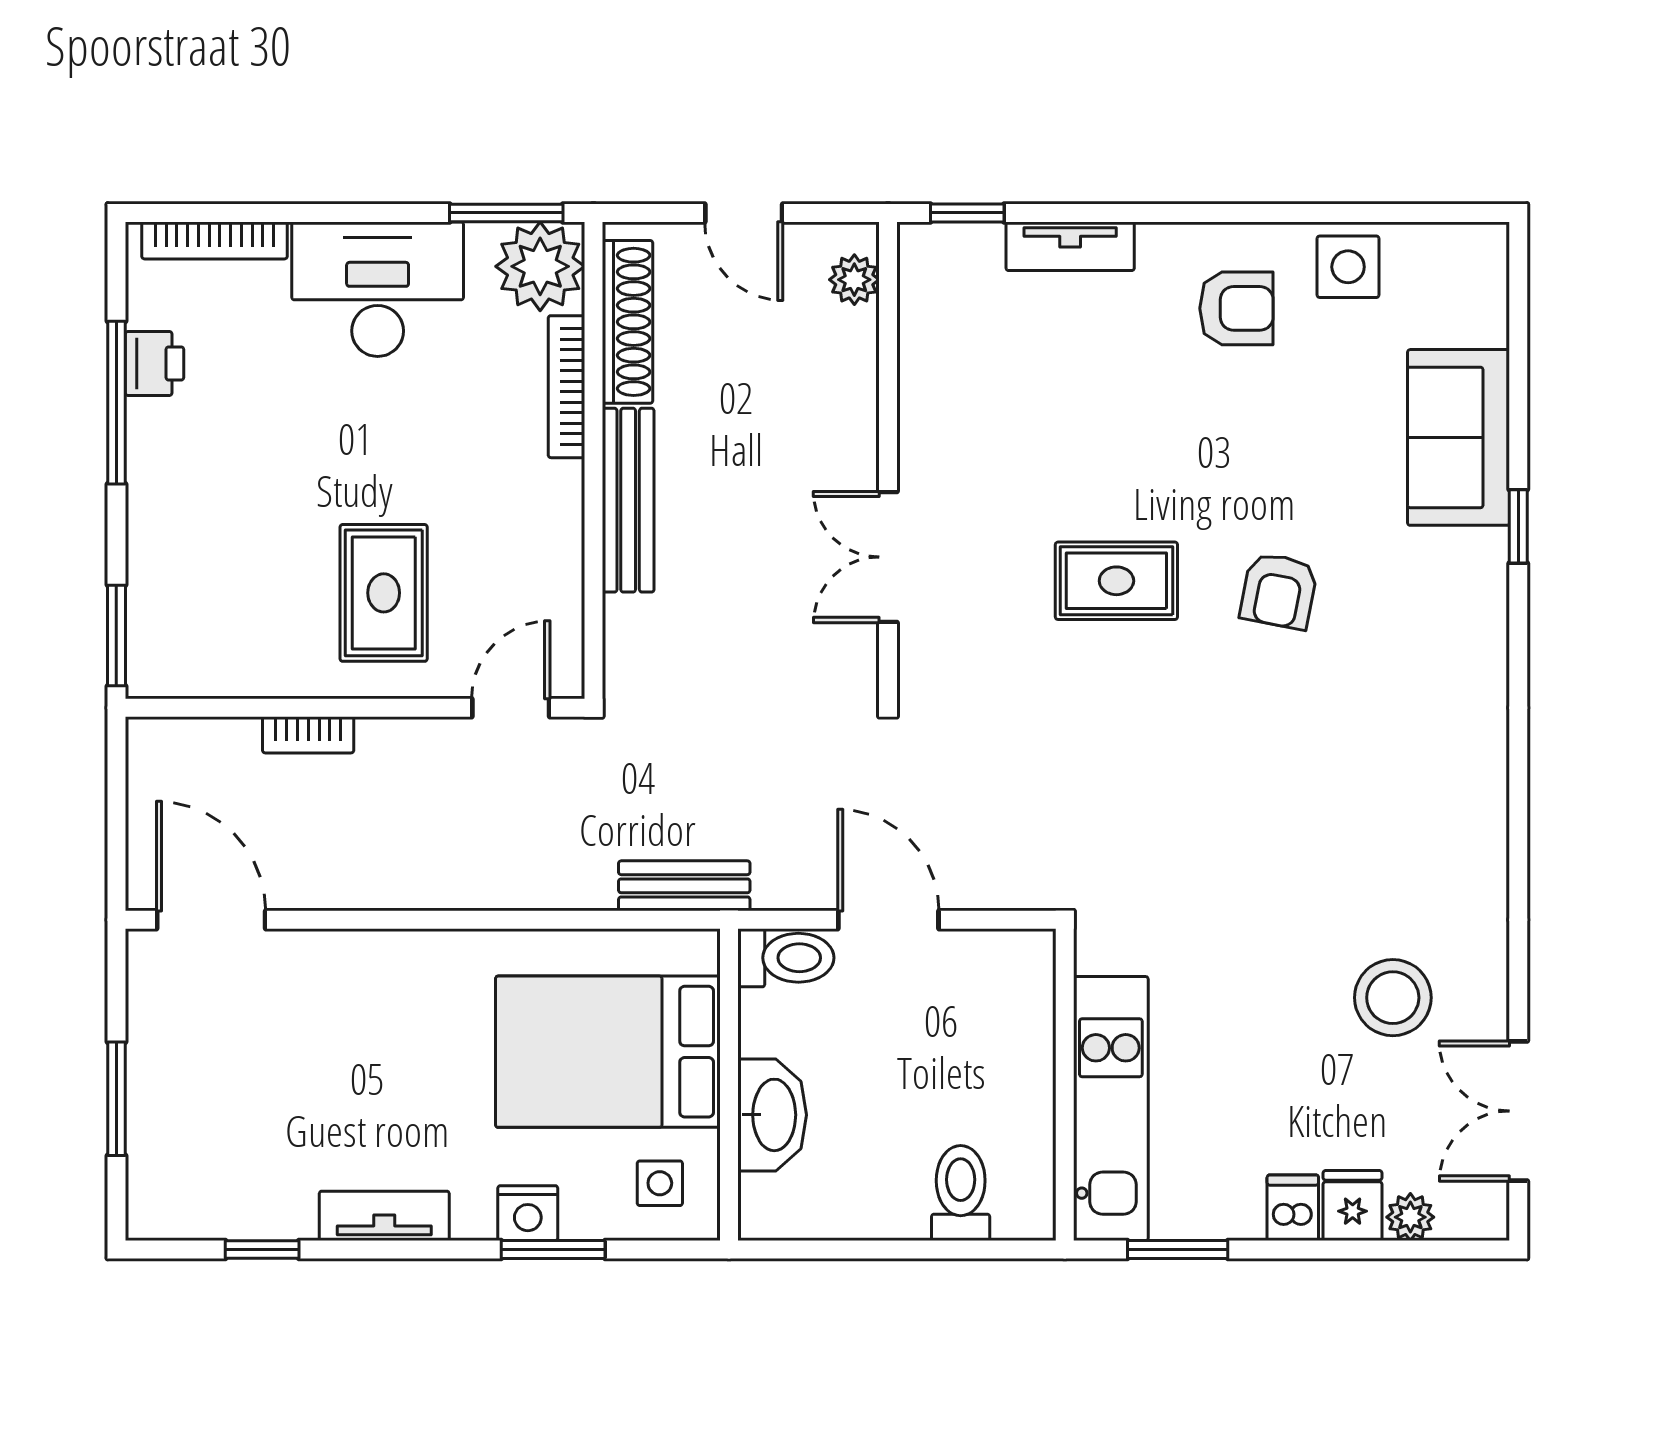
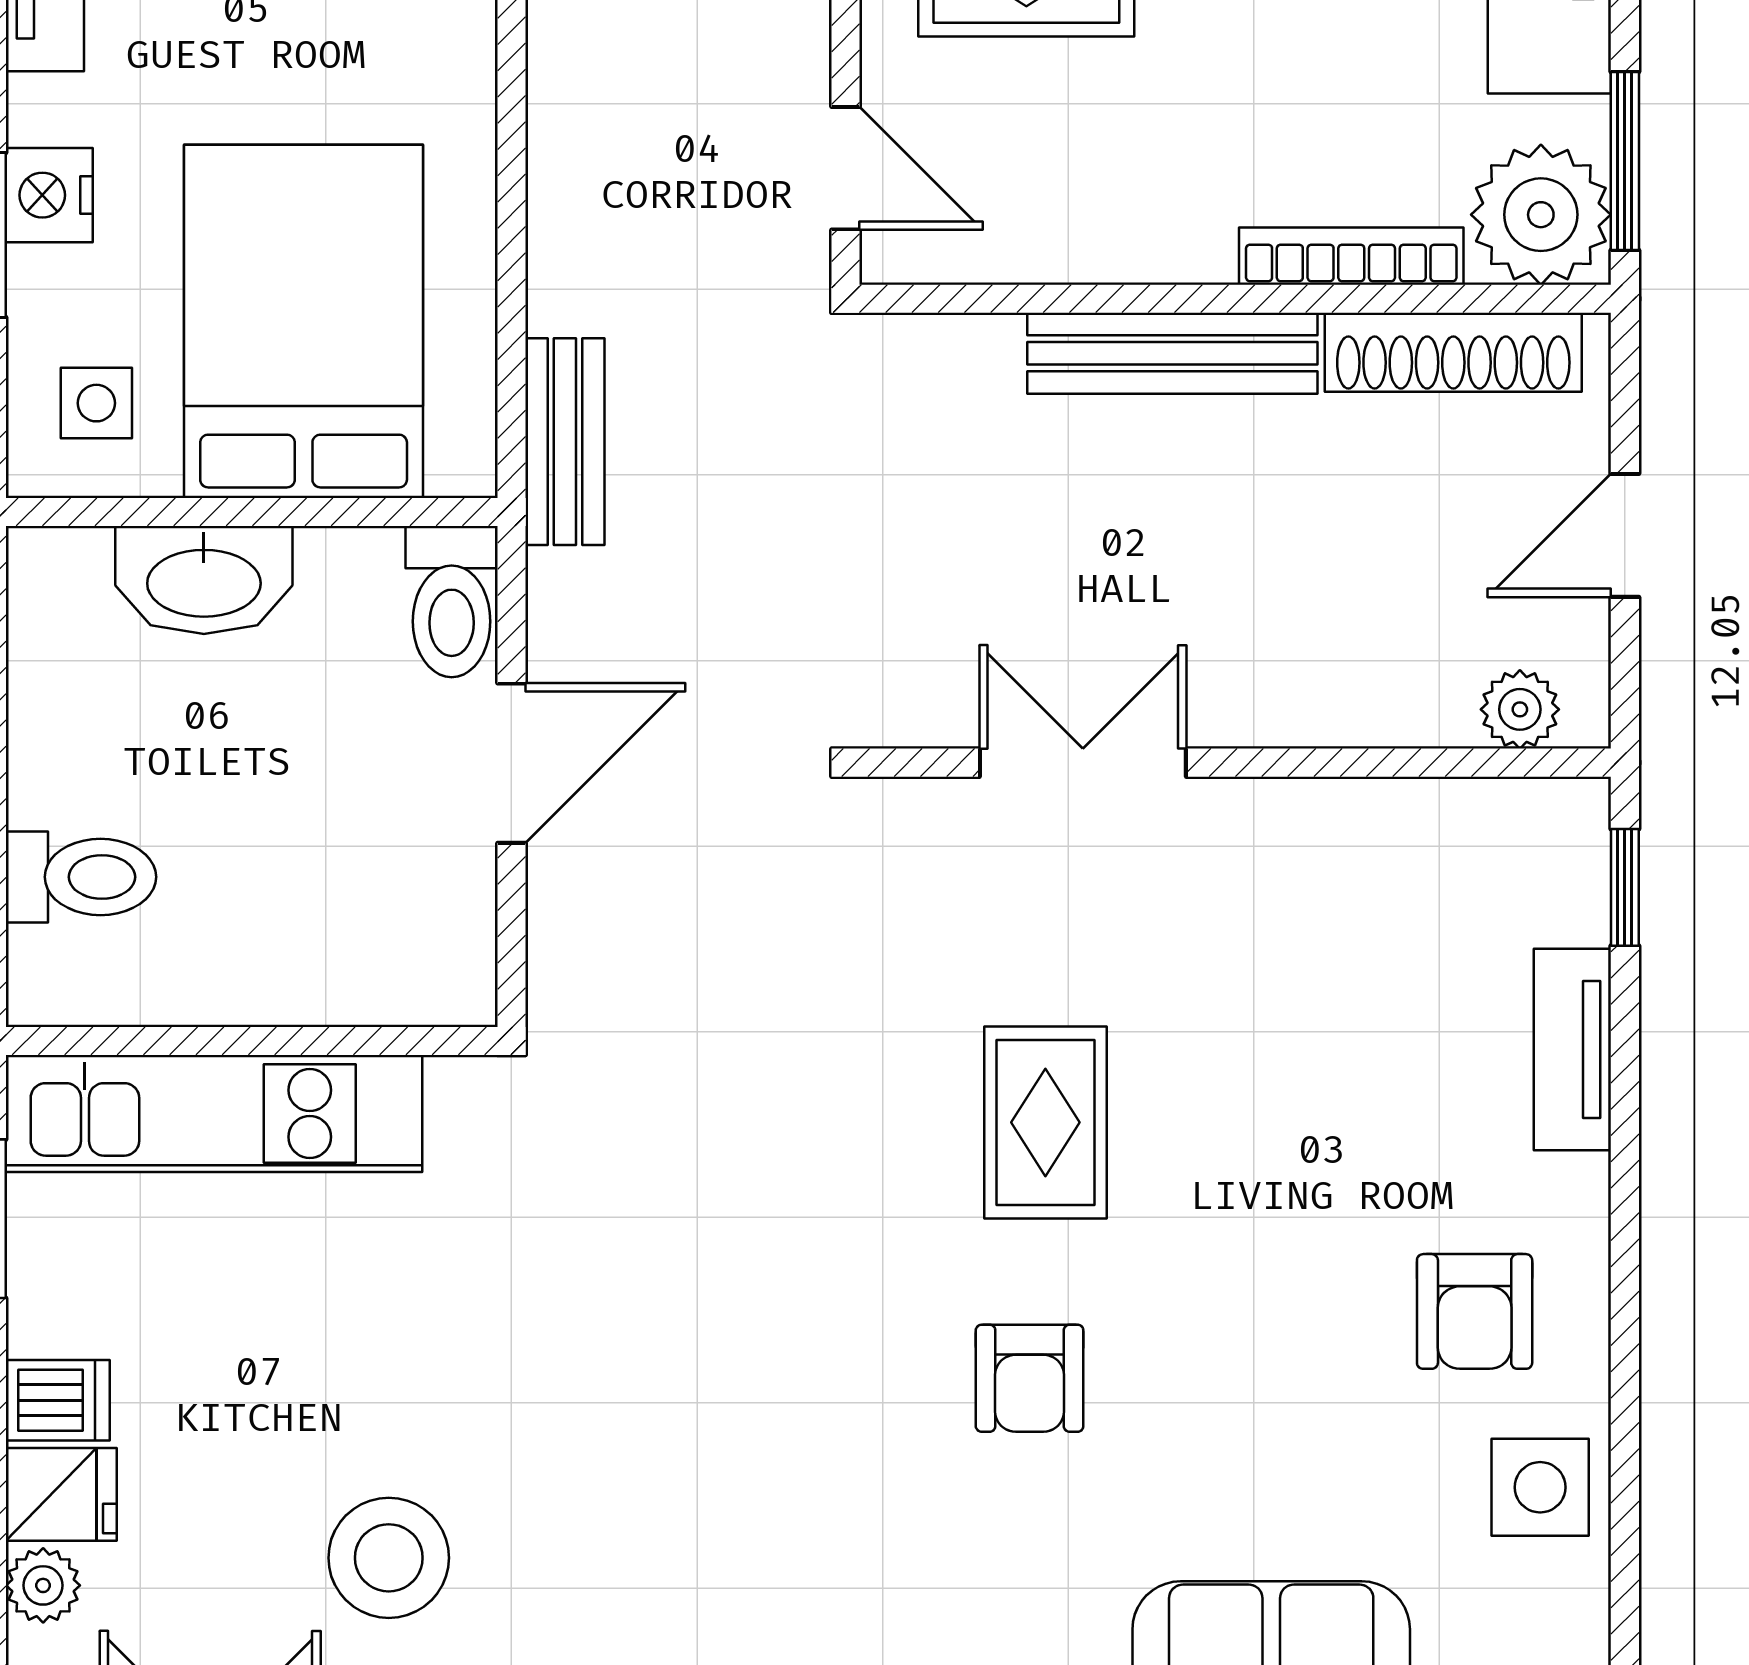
armchair: (1279, 591) -> (1030, 1378), turned -101

